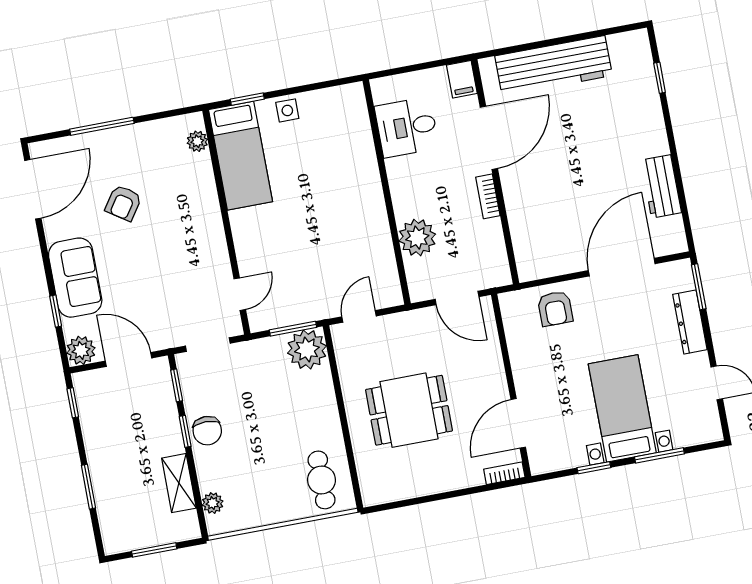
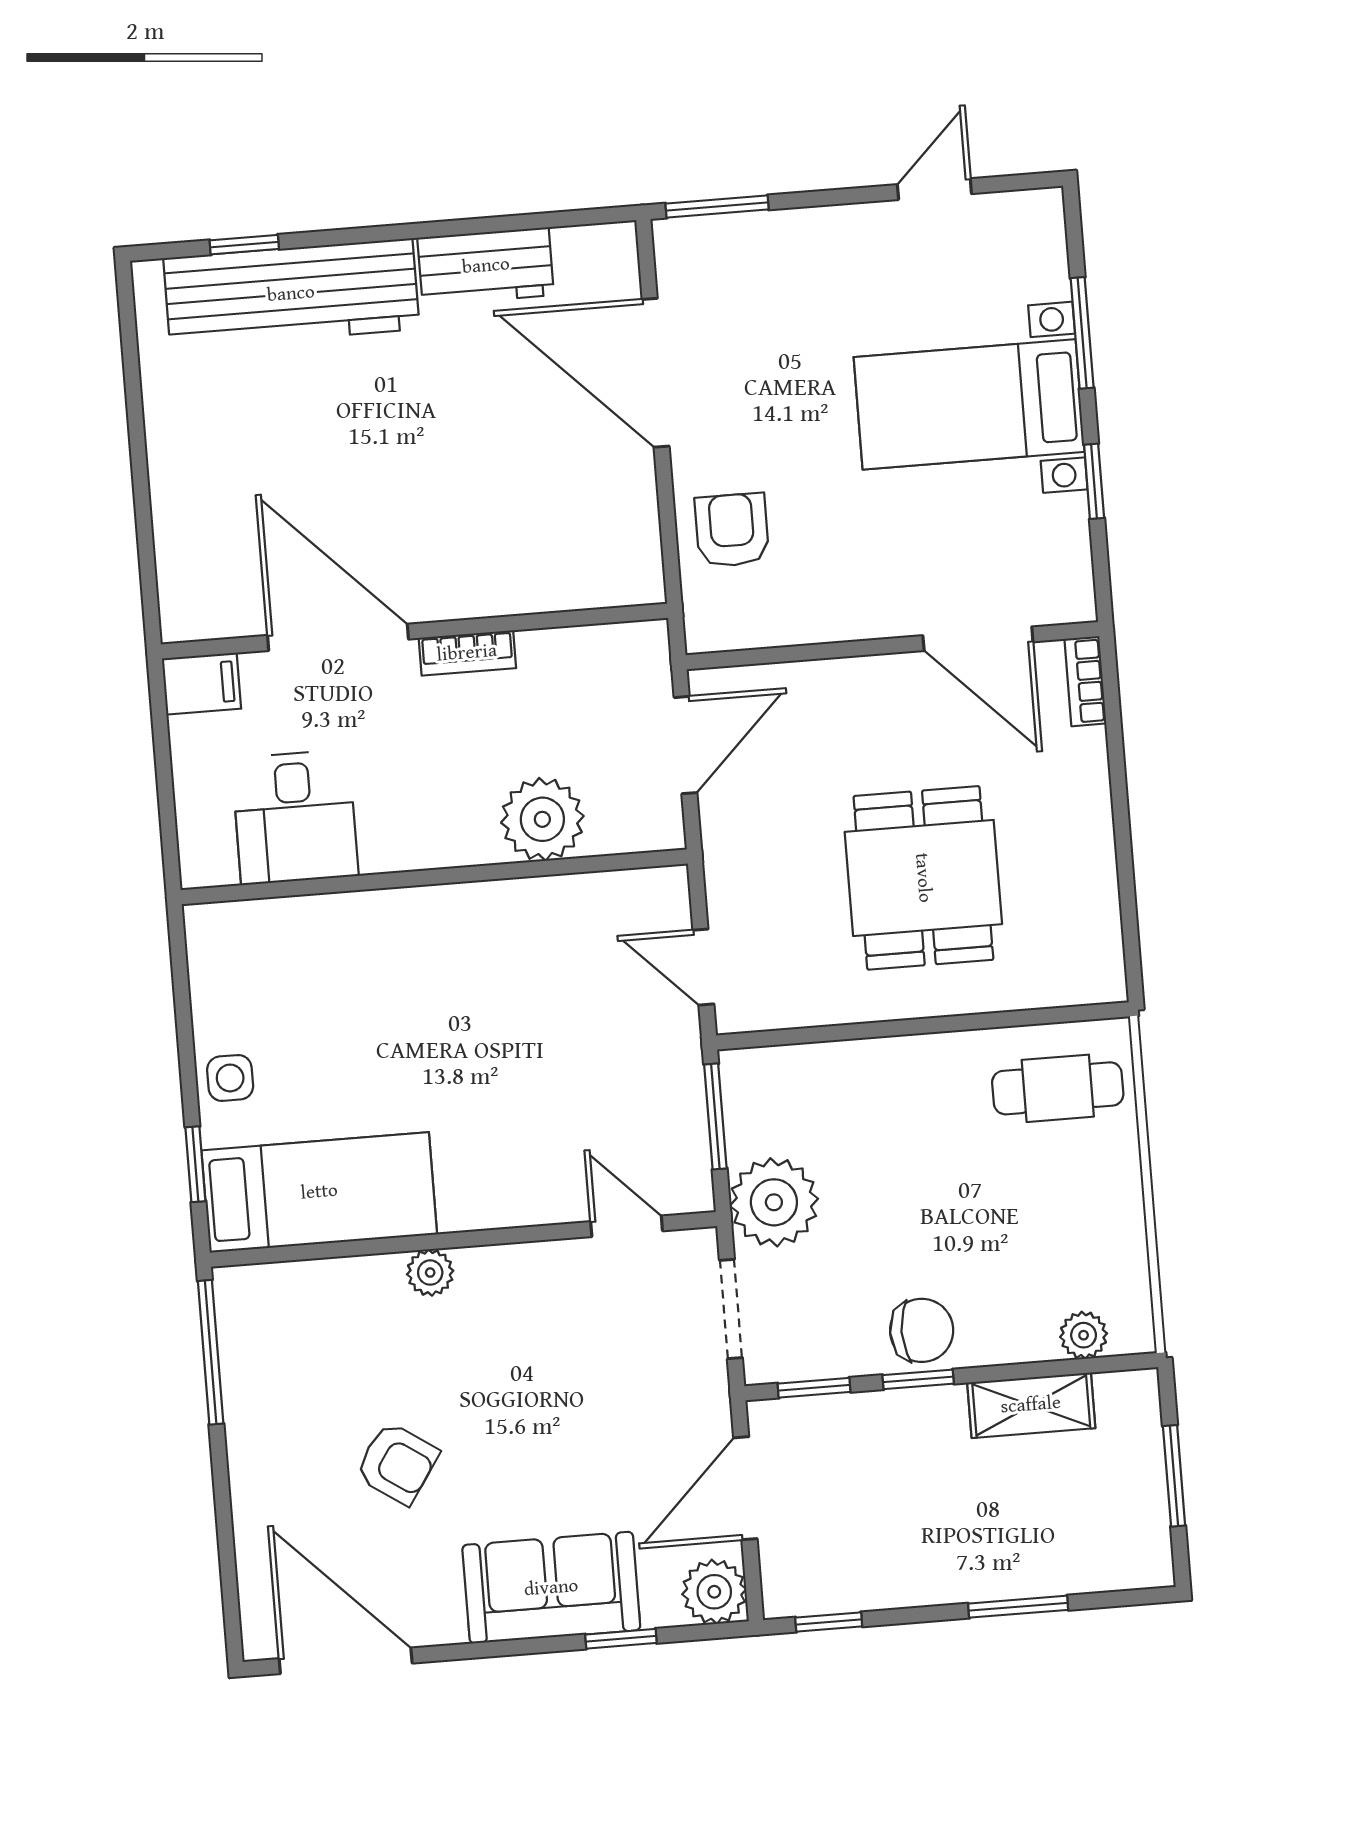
workbench: (554, 66) -> (291, 294), moved, turned 90
window: (102, 126) -> (211, 1352), moved
plant: (197, 141) -> (430, 1273), moved
armchair: (555, 309) -> (732, 530), turned -90
dresser: (690, 322) -> (793, 234), removed
plant: (307, 349) -> (774, 1202), moved

